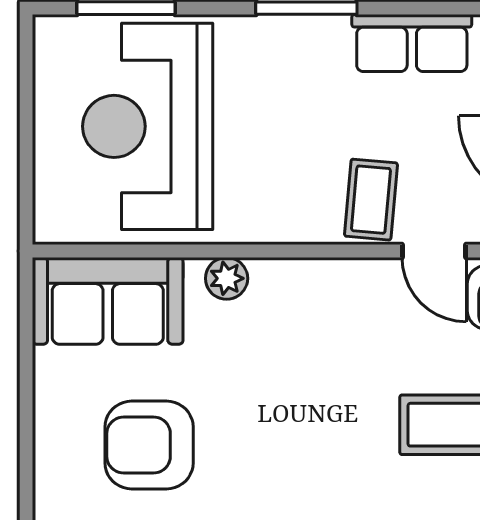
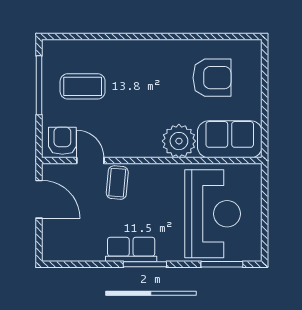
row of seats: (412, 43) -> (131, 249), moved
plant: (227, 278) -> (179, 141), width x1.87, depth x1.87

